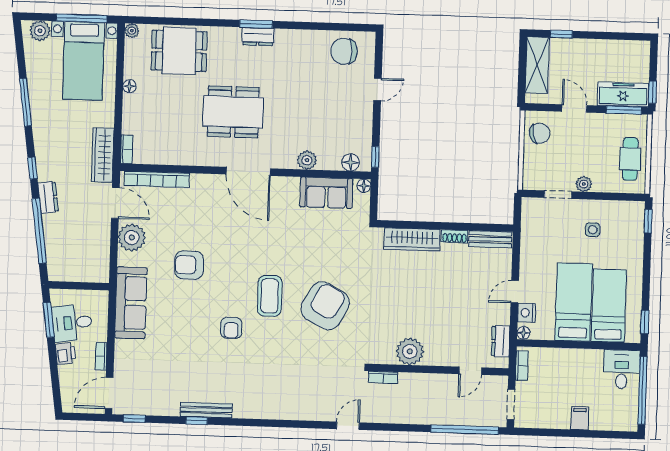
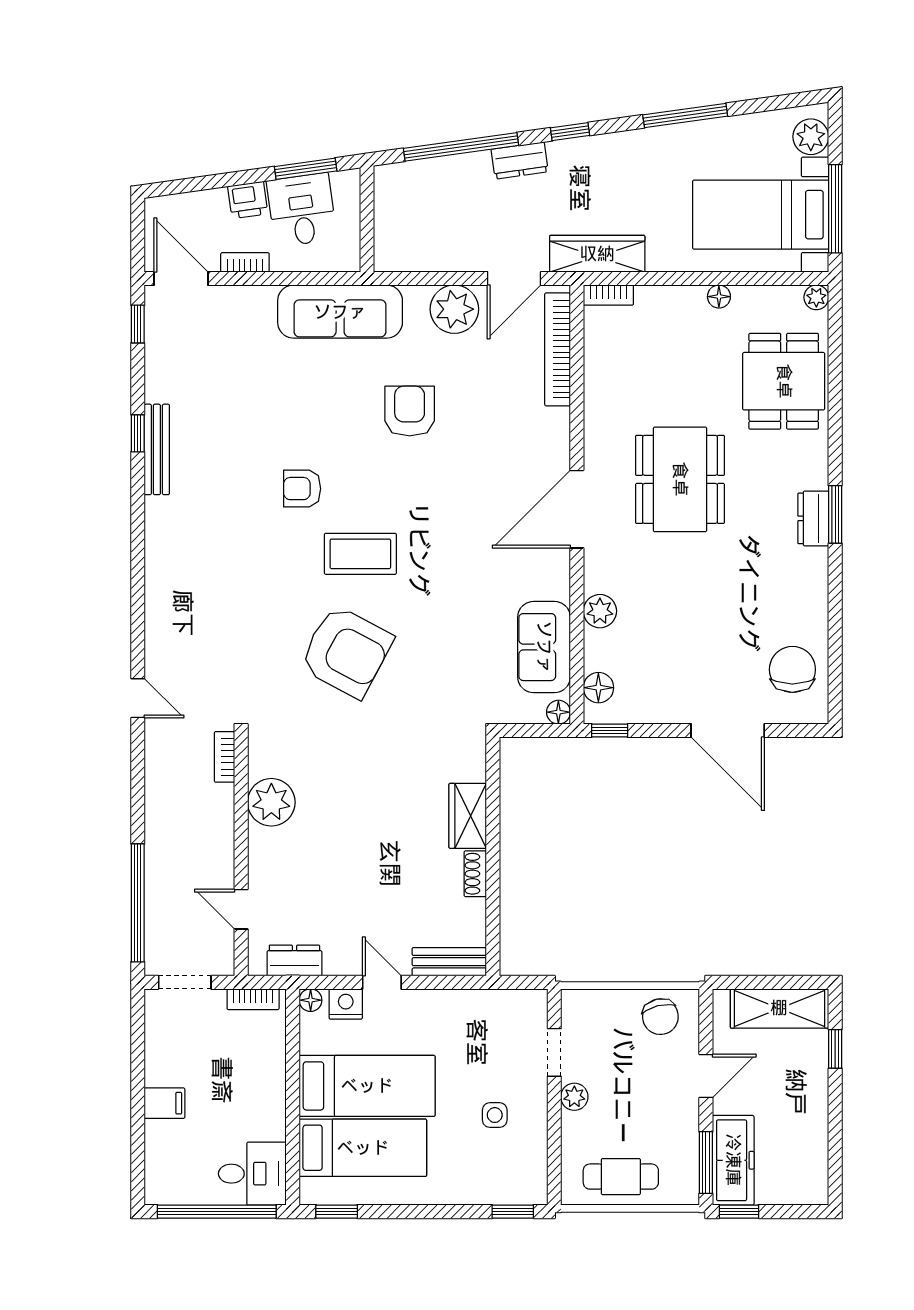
door: (378, 89) -> (728, 731), width x1.88
wardrobe: (412, 239) -> (468, 816), width x0.67
bench: (490, 239) -> (449, 962), moved, turned 90

